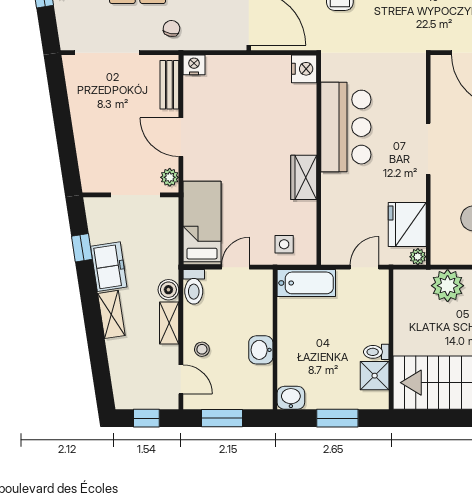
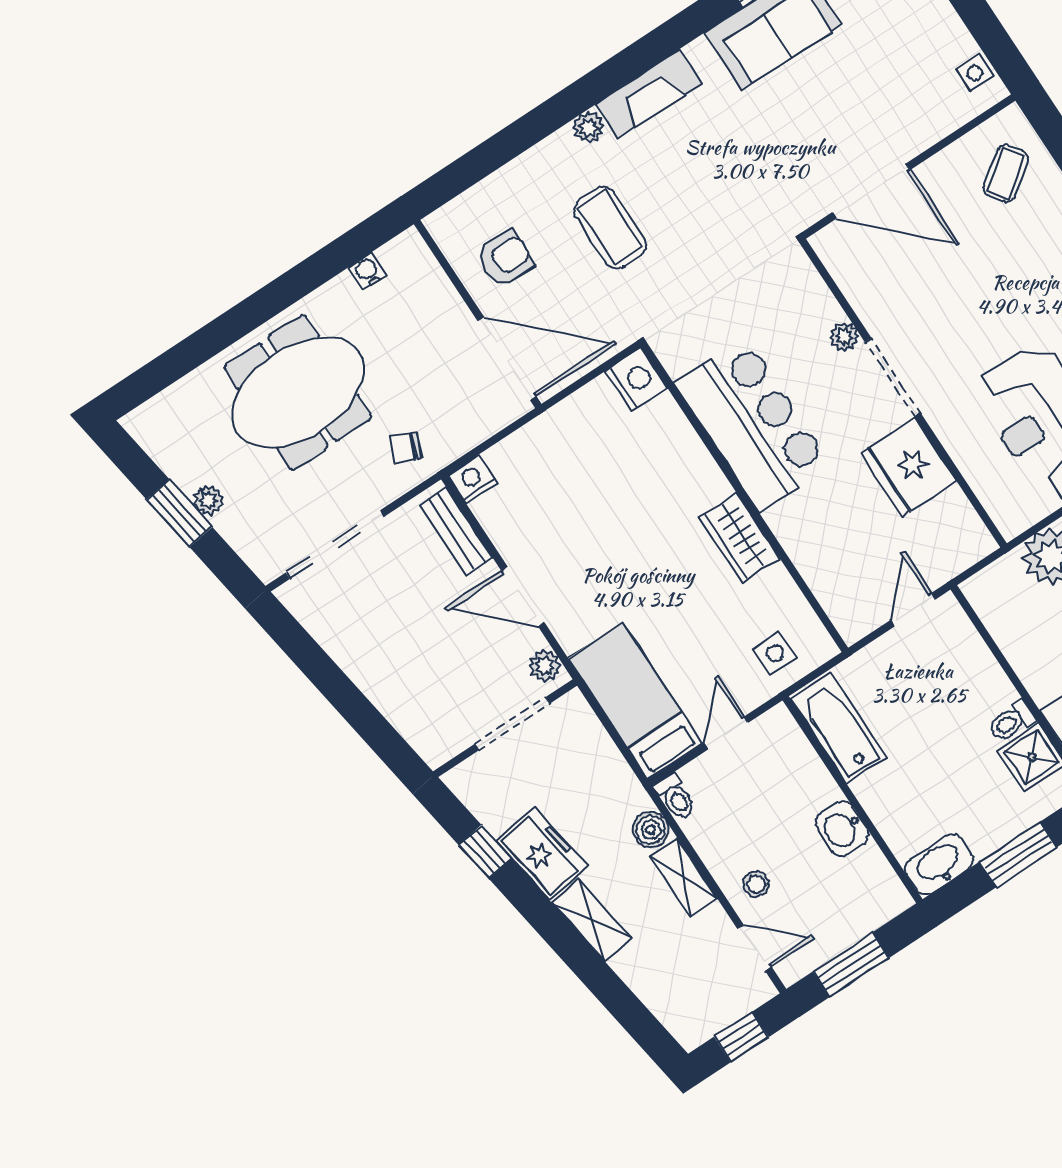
chair: (172, 28) -> (405, 448), turned -78
fridge: (407, 224) -> (908, 467), moved
plant: (418, 257) -> (844, 337), moved
bathtub: (306, 283) -> (839, 728), moved, turned -90
toilet: (194, 287) -> (676, 797), width x0.73, depth x0.72
washbasin: (291, 398) -> (939, 864), width x1.38

